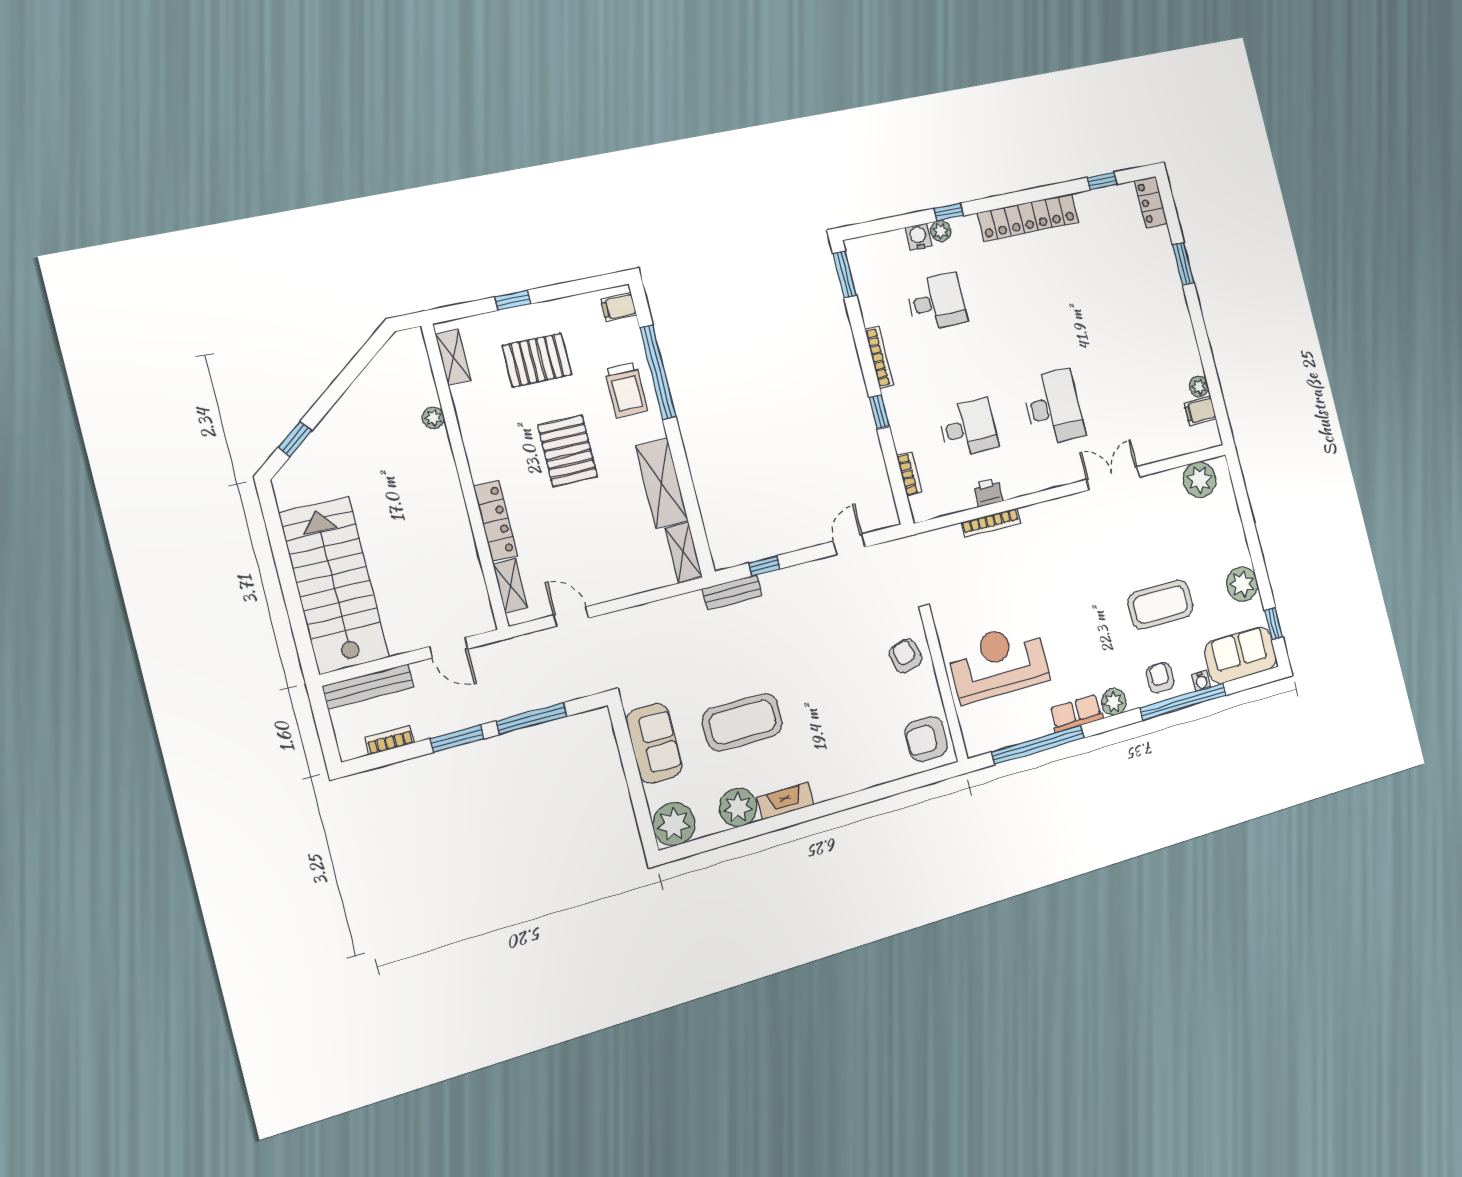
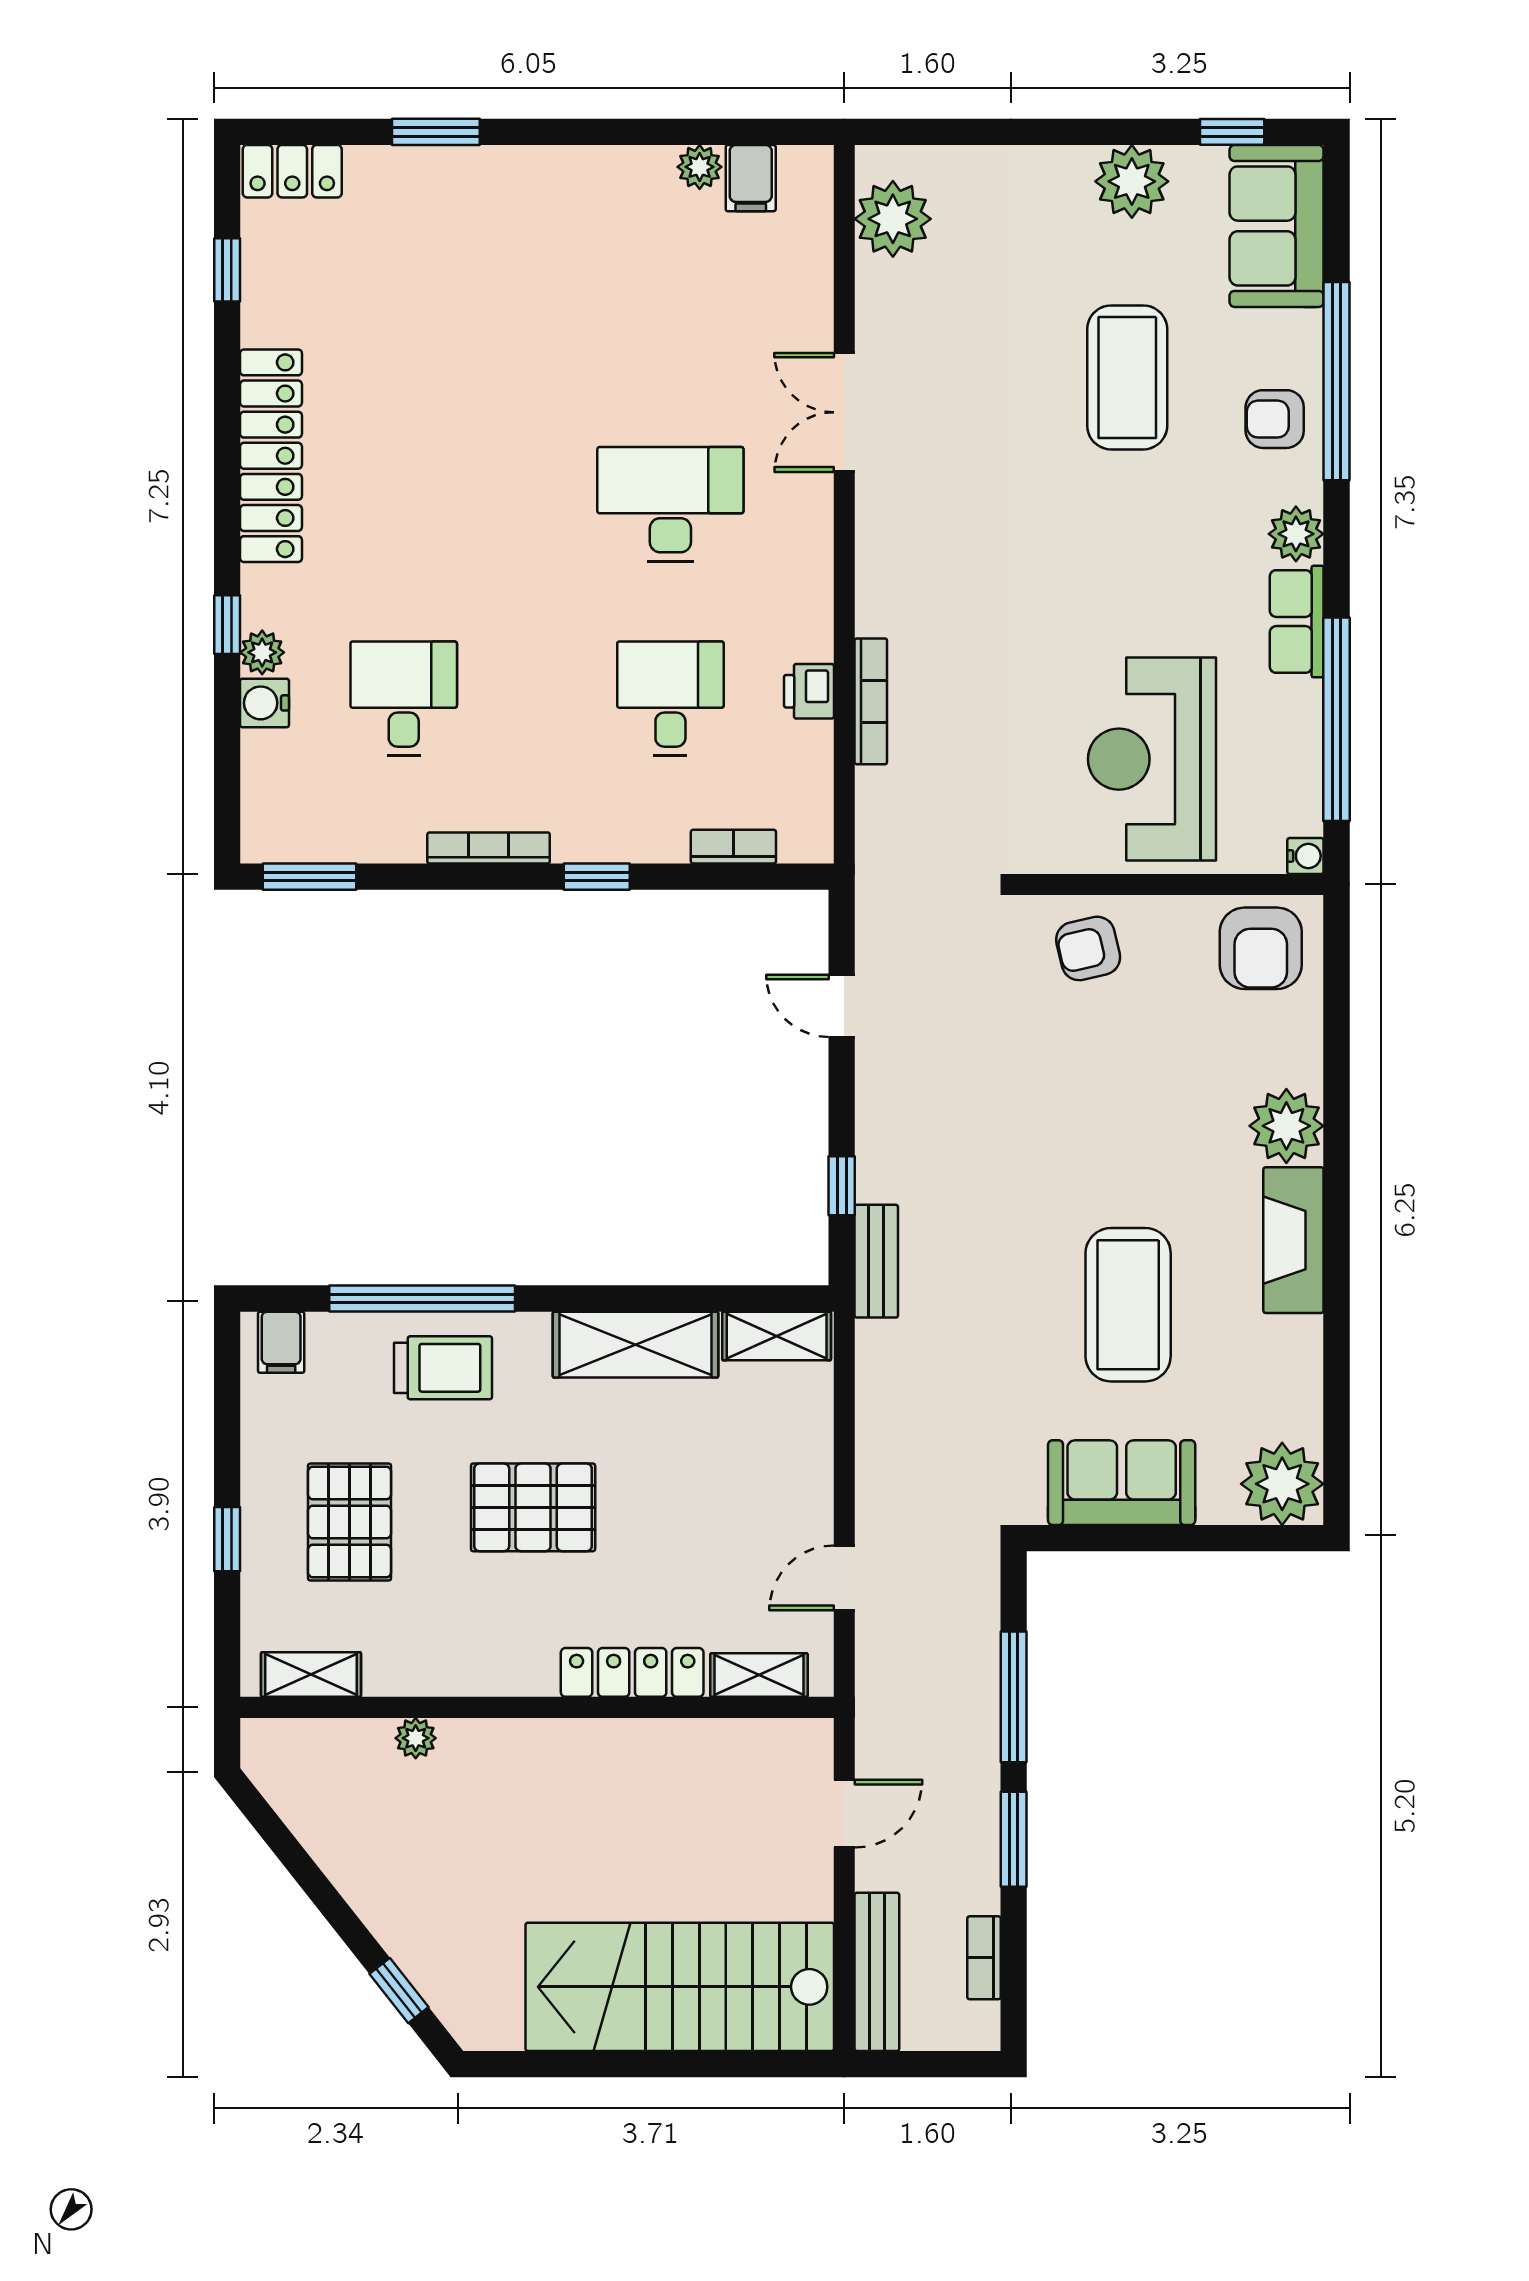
water cooler: (1201, 681) -> (1305, 856), moved
fireplace: (786, 801) -> (1293, 1240), width x1.37, depth x1.32
plant: (738, 807) -> (1286, 1126), moved

